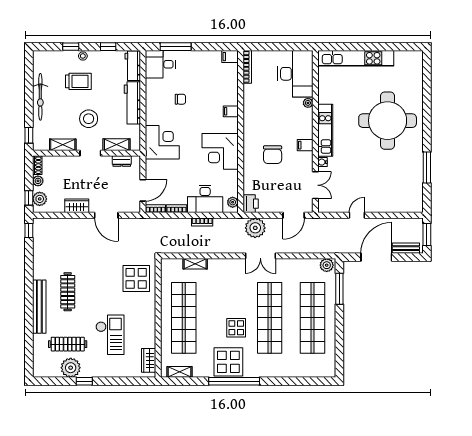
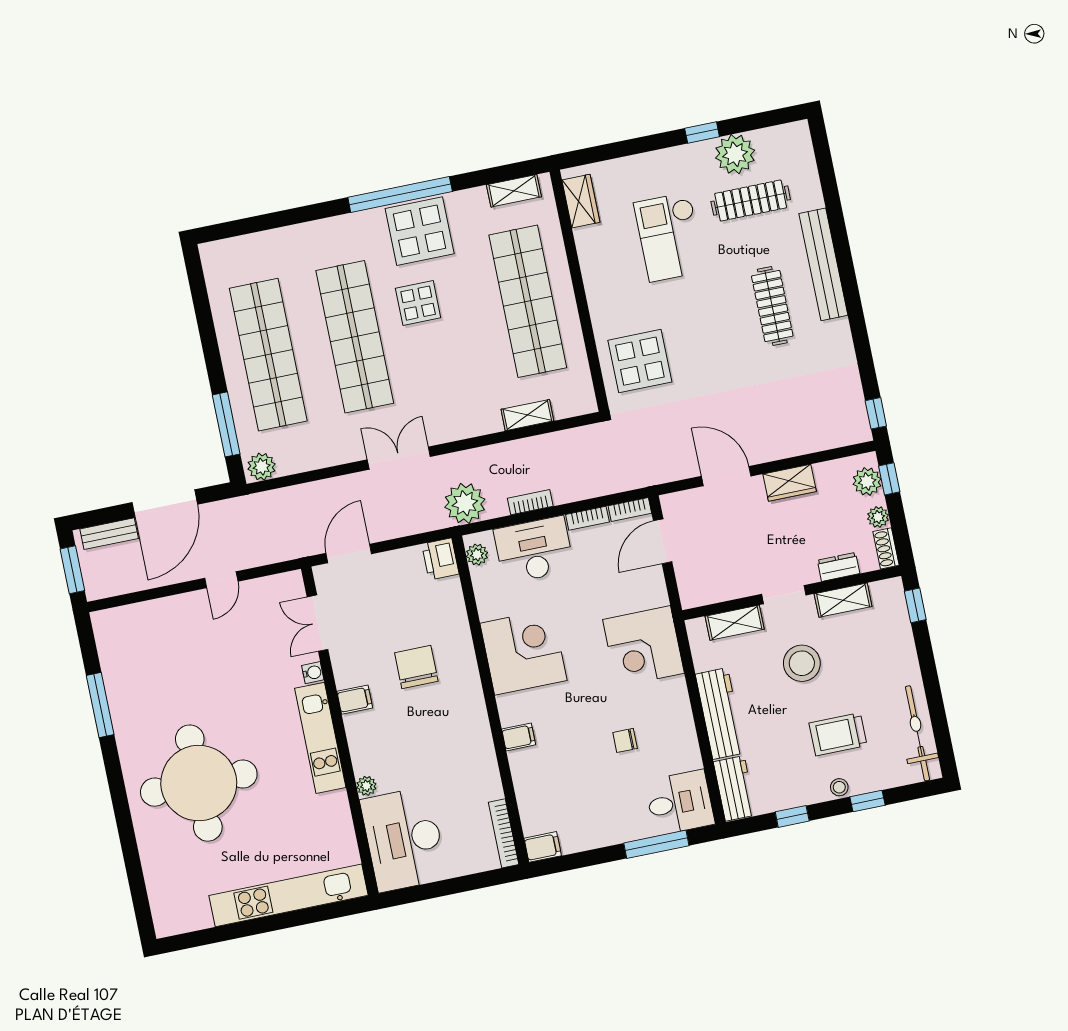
bicycle: (40, 97) -> (918, 733), moved
dresser: (122, 161) -> (839, 567), moved
plant: (255, 228) -> (465, 503), moved

